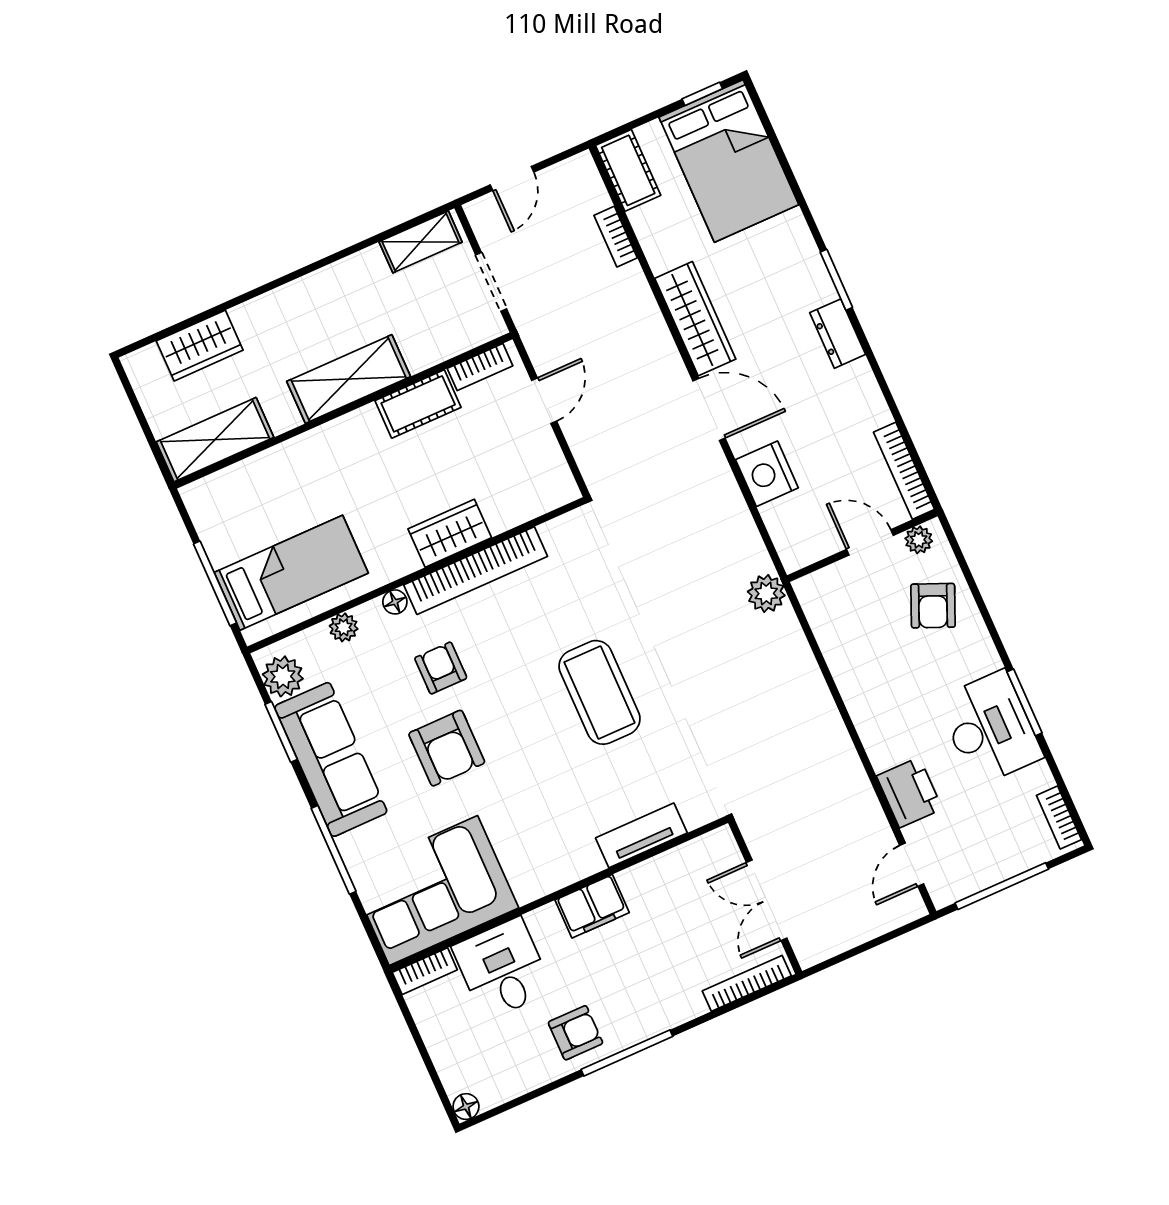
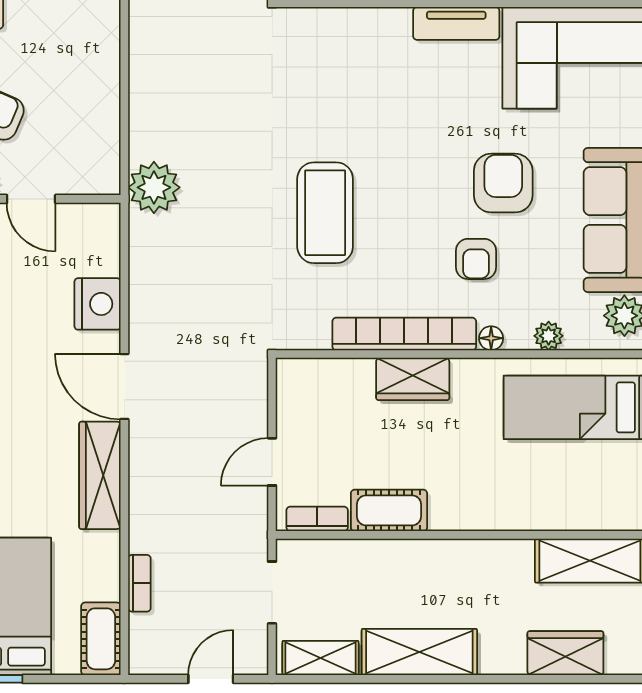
shelving: (349, 379) -> (419, 652), moved
plant: (766, 593) -> (154, 187), width x1.36, depth x1.36
coffee table: (599, 692) -> (325, 213), moved
tv unit: (641, 835) -> (456, 23), moved

